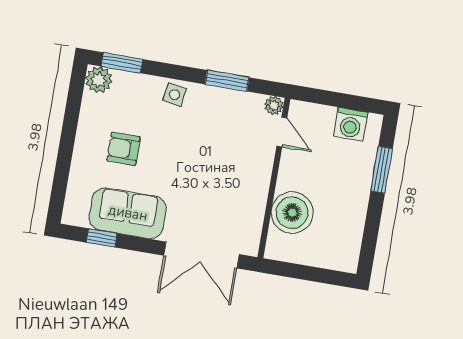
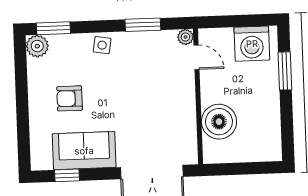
washing machine: (351, 124) -> (252, 44), width x1.37, depth x1.37

